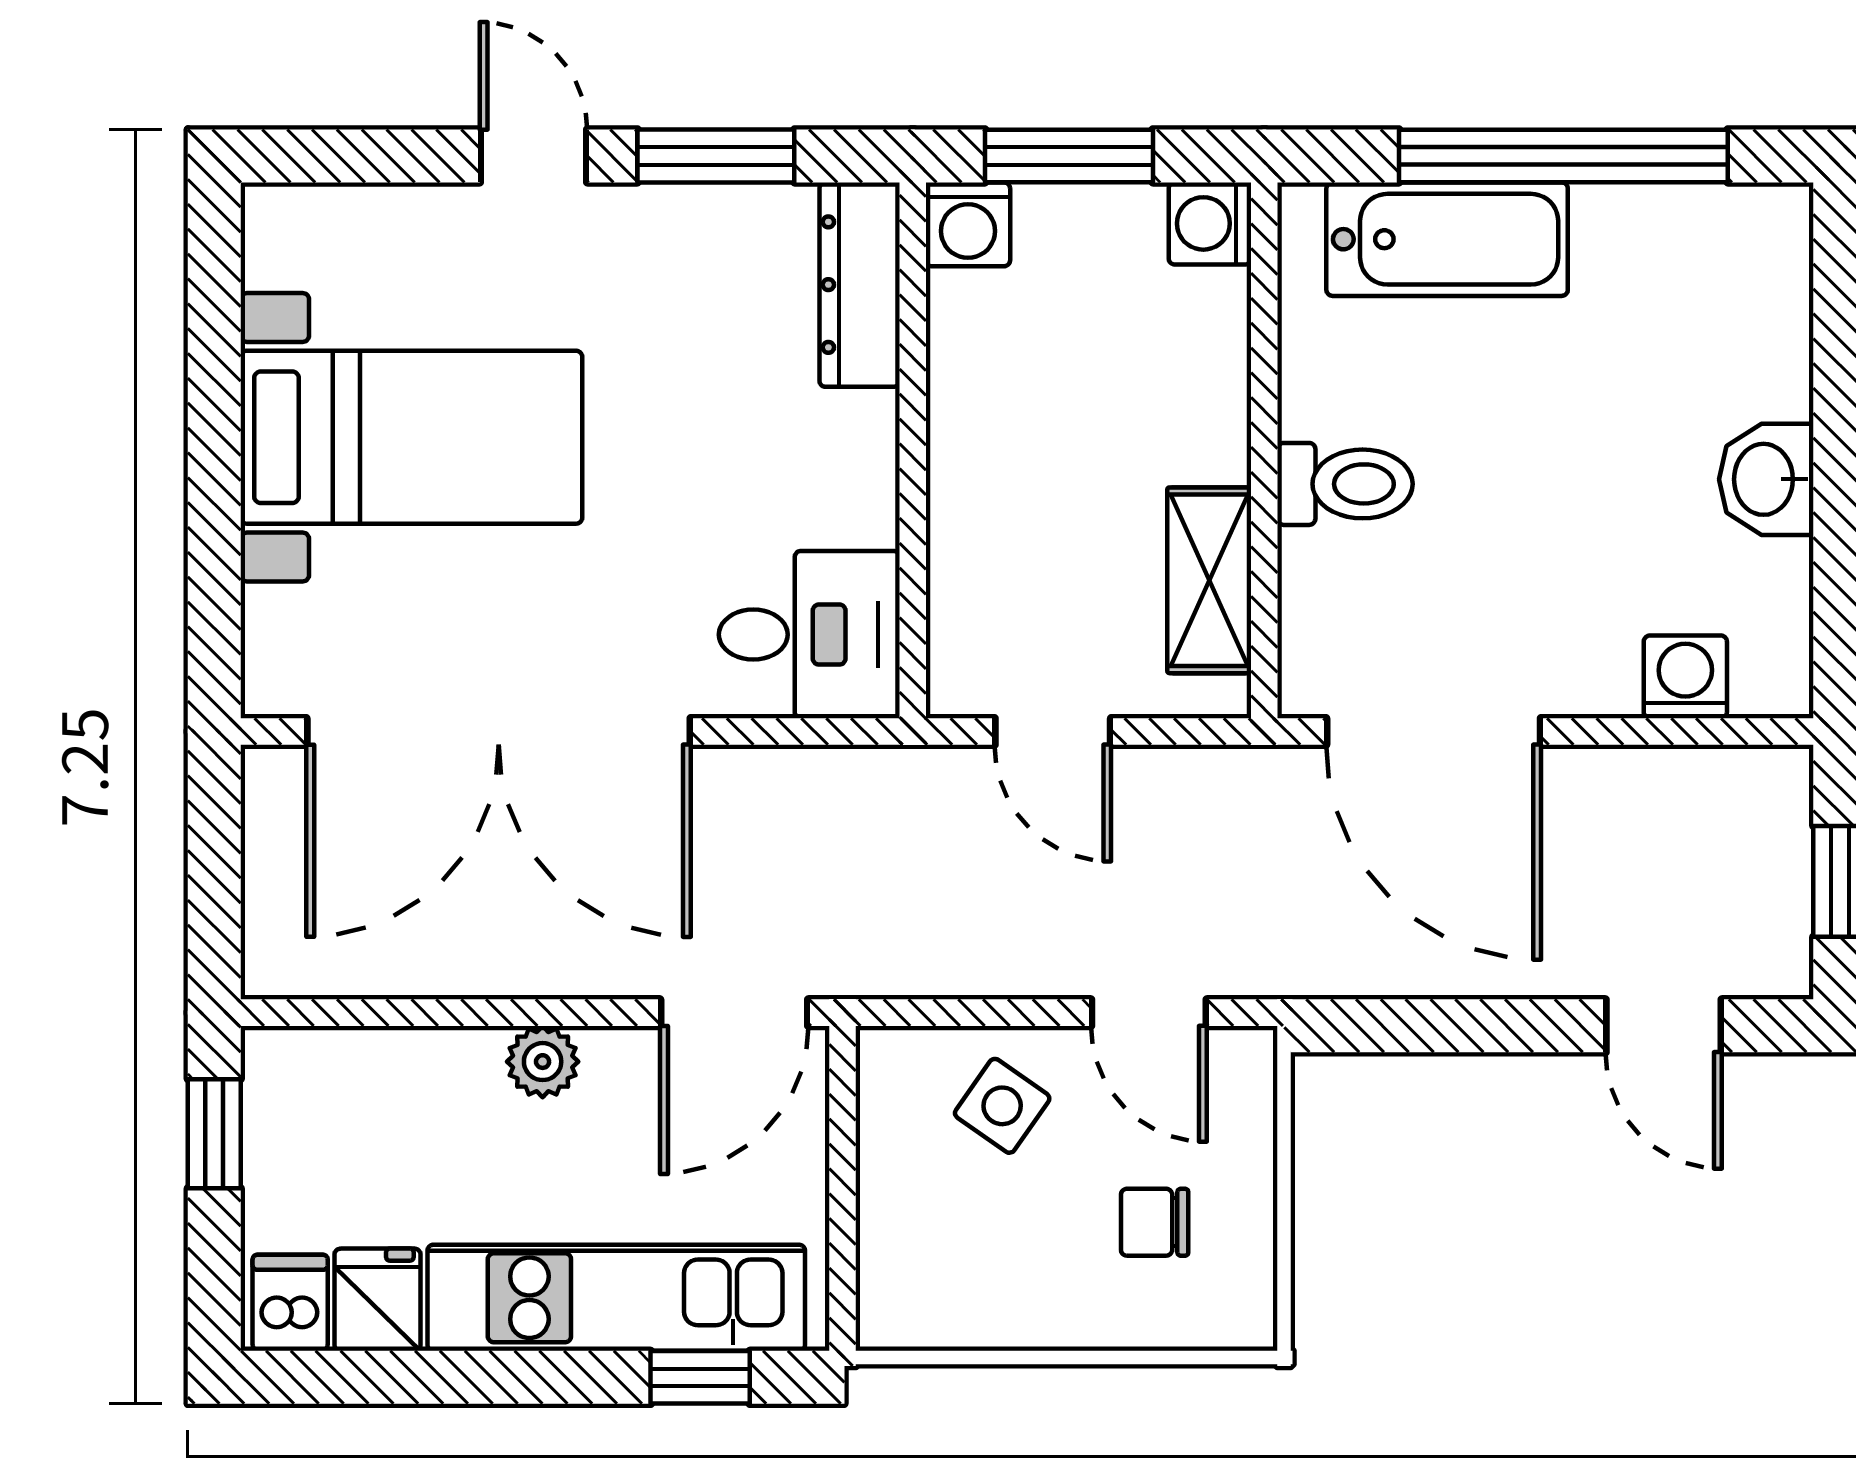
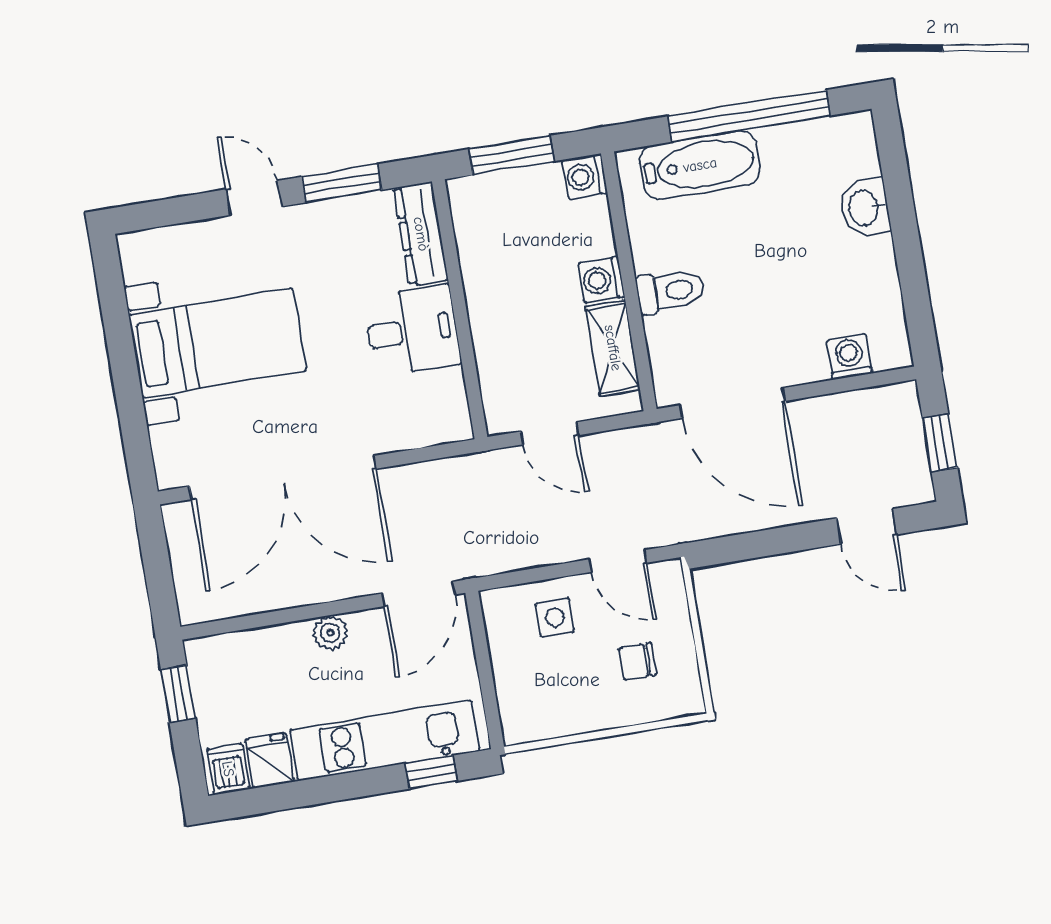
washing machine: (968, 224) -> (601, 280), moved, turned 90
washbasin: (1766, 479) -> (865, 208), moved
desk: (809, 635) -> (412, 331), moved
side table: (1002, 1106) -> (555, 617), turned -35

